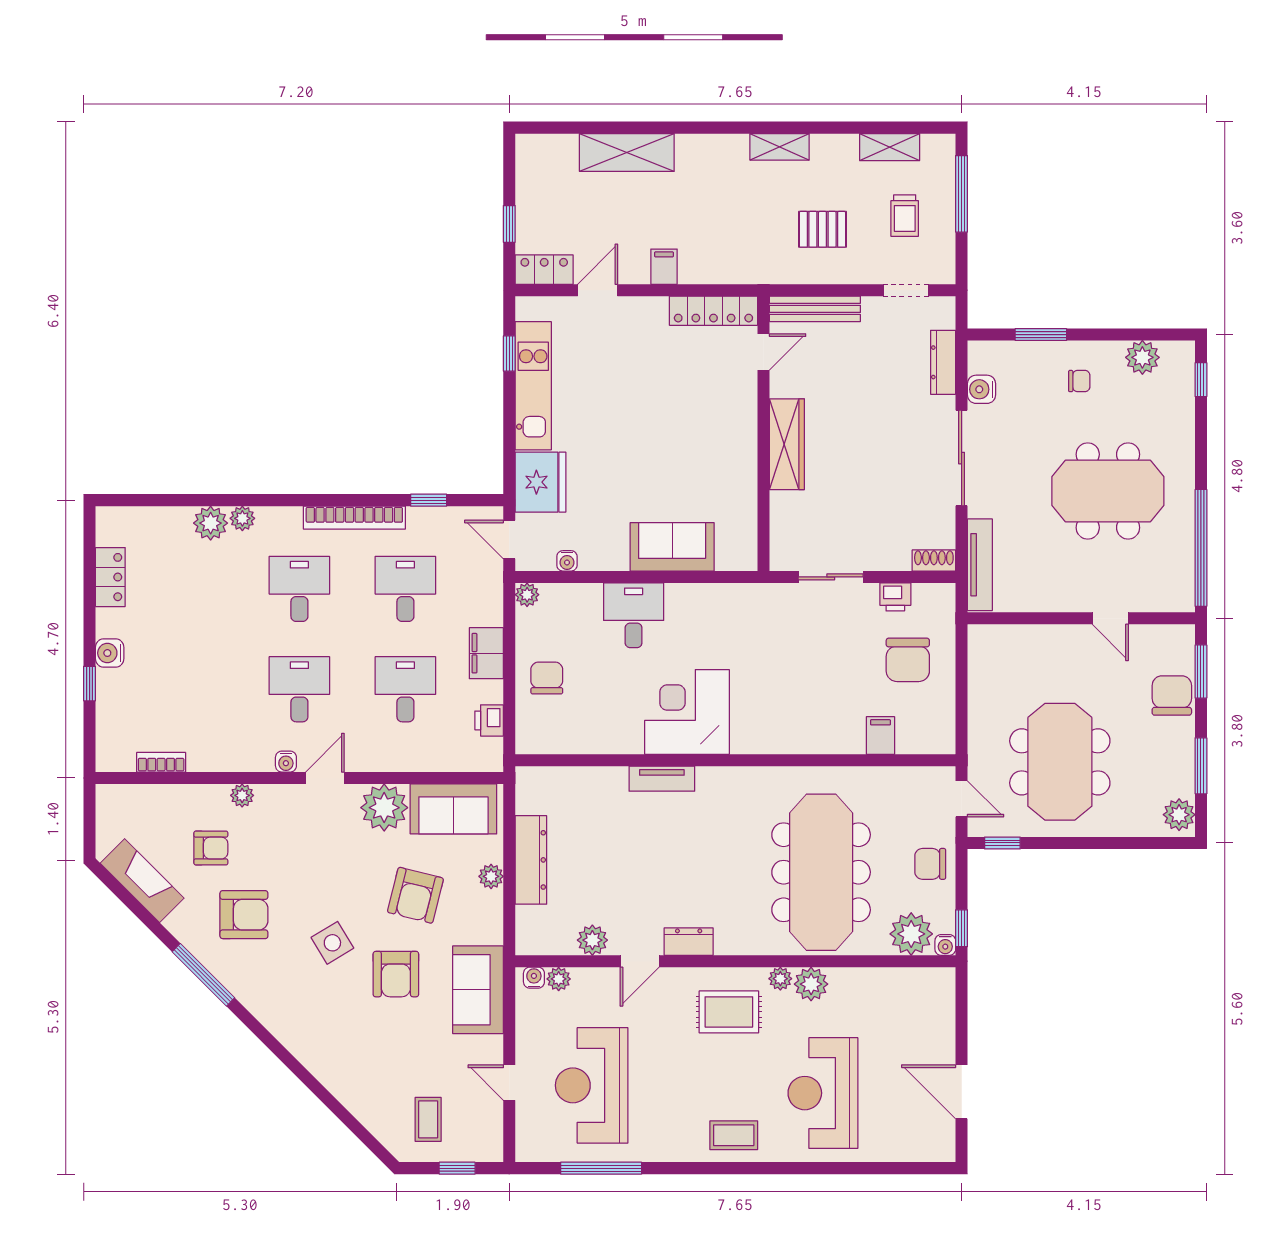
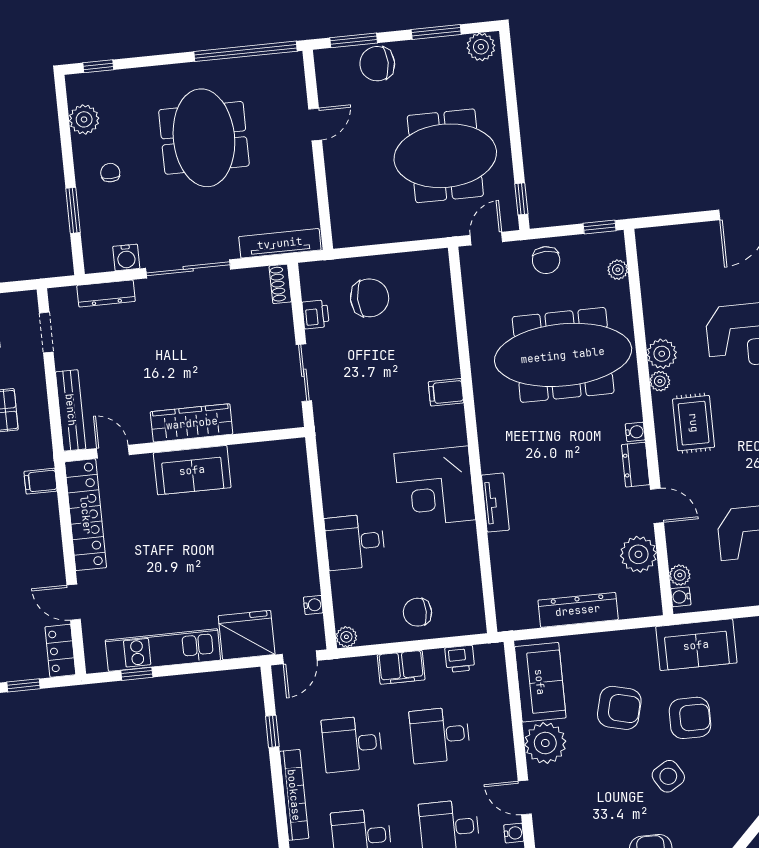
filing cabinet: (664, 267) -> (41, 481), moved
locker: (713, 311) -> (86, 515), width x1.41, depth x1.21
sofa: (672, 547) -> (192, 470), moved, turned -90
filing cabinet: (880, 736) -> (446, 392), moved
plant: (491, 876) -> (596, 643), removed
plant: (911, 934) -> (618, 270), width x0.53, depth x0.53
plant: (592, 940) -> (638, 554), width x1.36, depth x1.36
water cooler: (945, 945) -> (635, 432), moved

